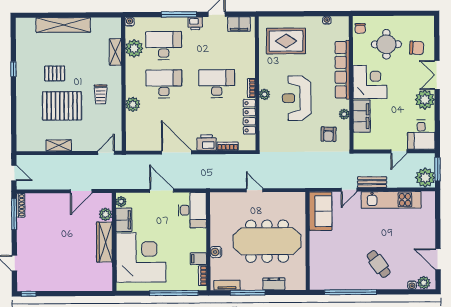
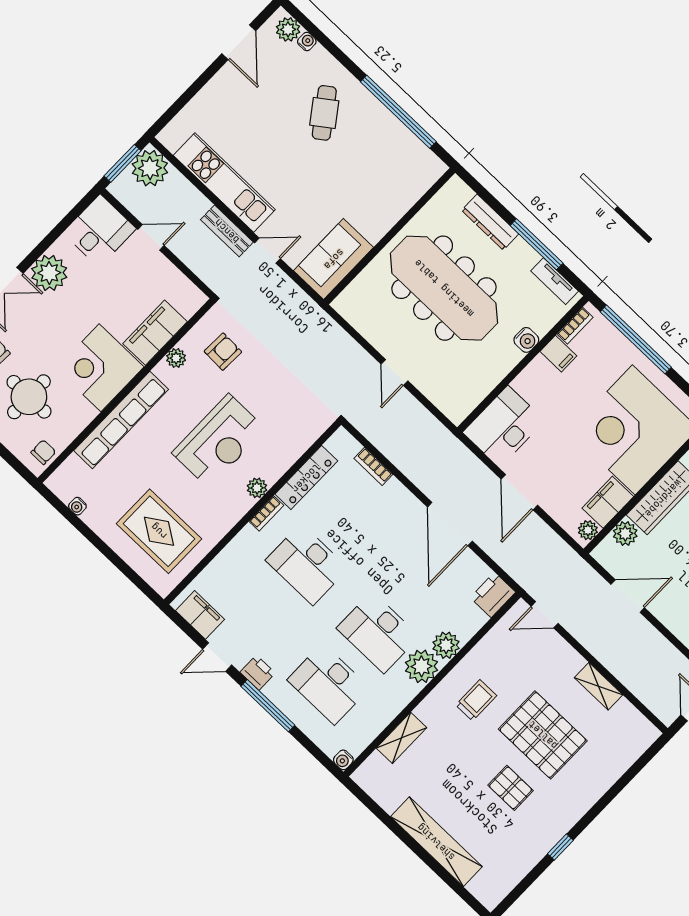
plant: (134, 48) -> (422, 666), moved
printer: (207, 142) -> (493, 595), moved, turned 90
dresser: (274, 284) -> (490, 222), width x1.44

